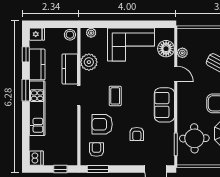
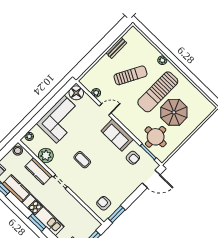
floor lamp: (166, 49) -> (76, 93), moved
window: (26, 90) -> (37, 223), moved
armchair: (102, 124) -> (92, 185), removed
armchair: (137, 134) -> (133, 158), moved

